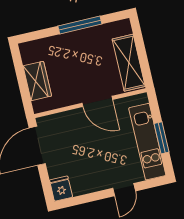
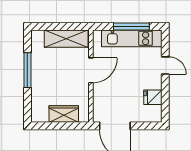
window: (162, 138) -> (131, 26), width x1.44
fridge: (61, 189) -> (153, 97), moved

